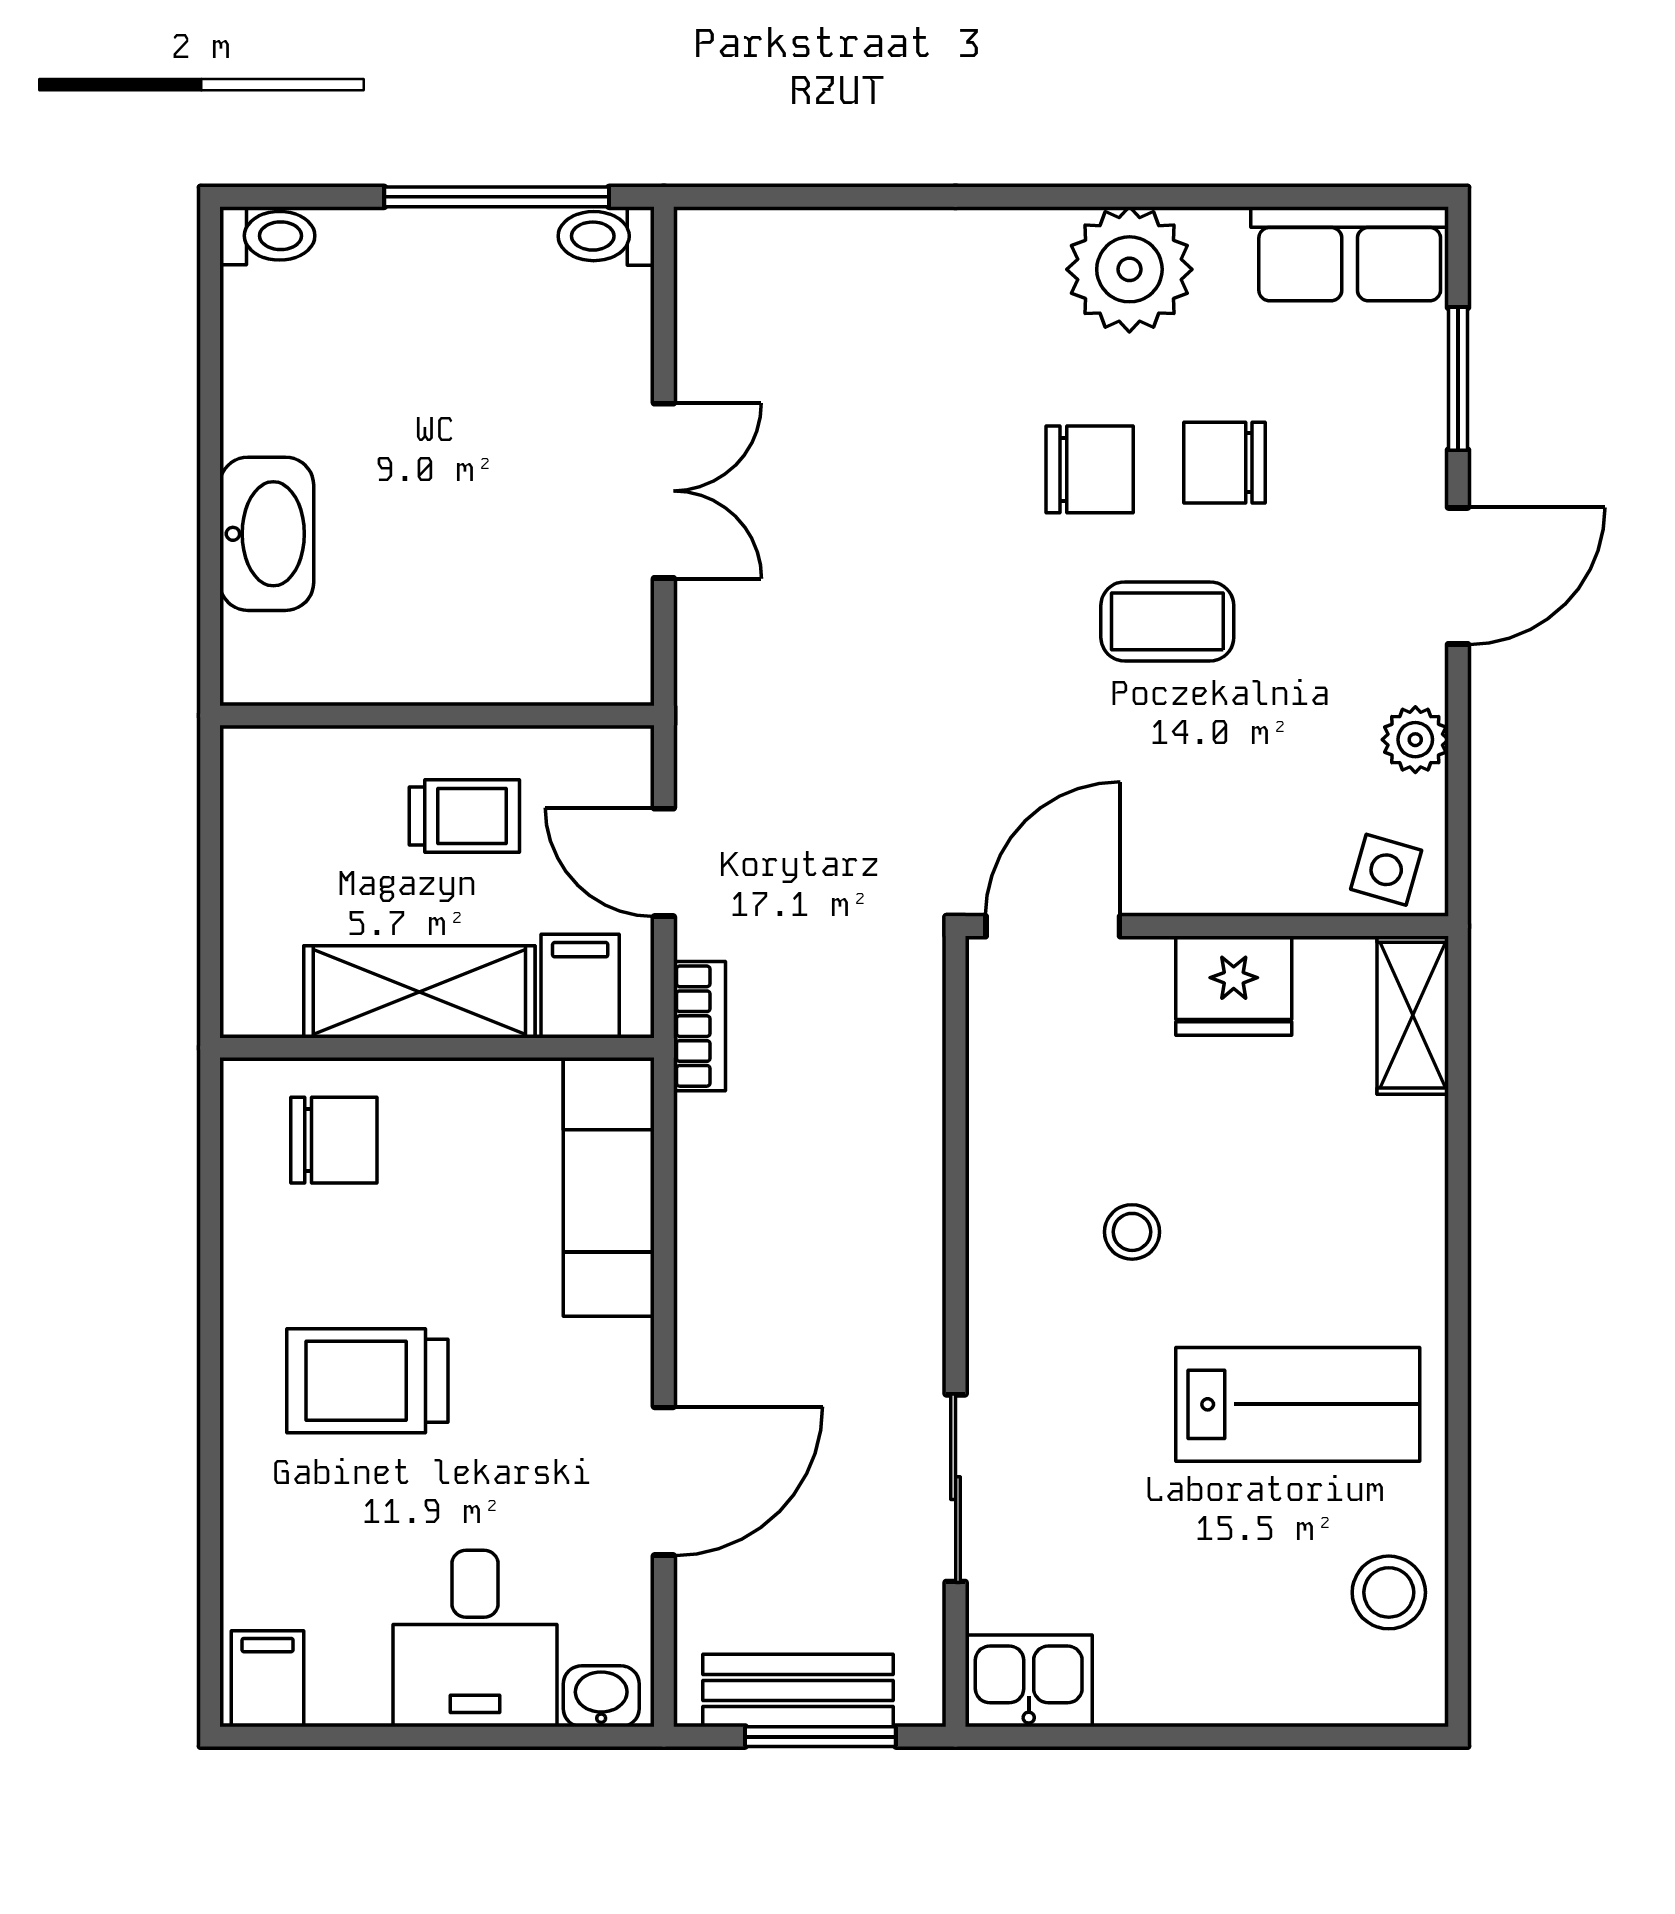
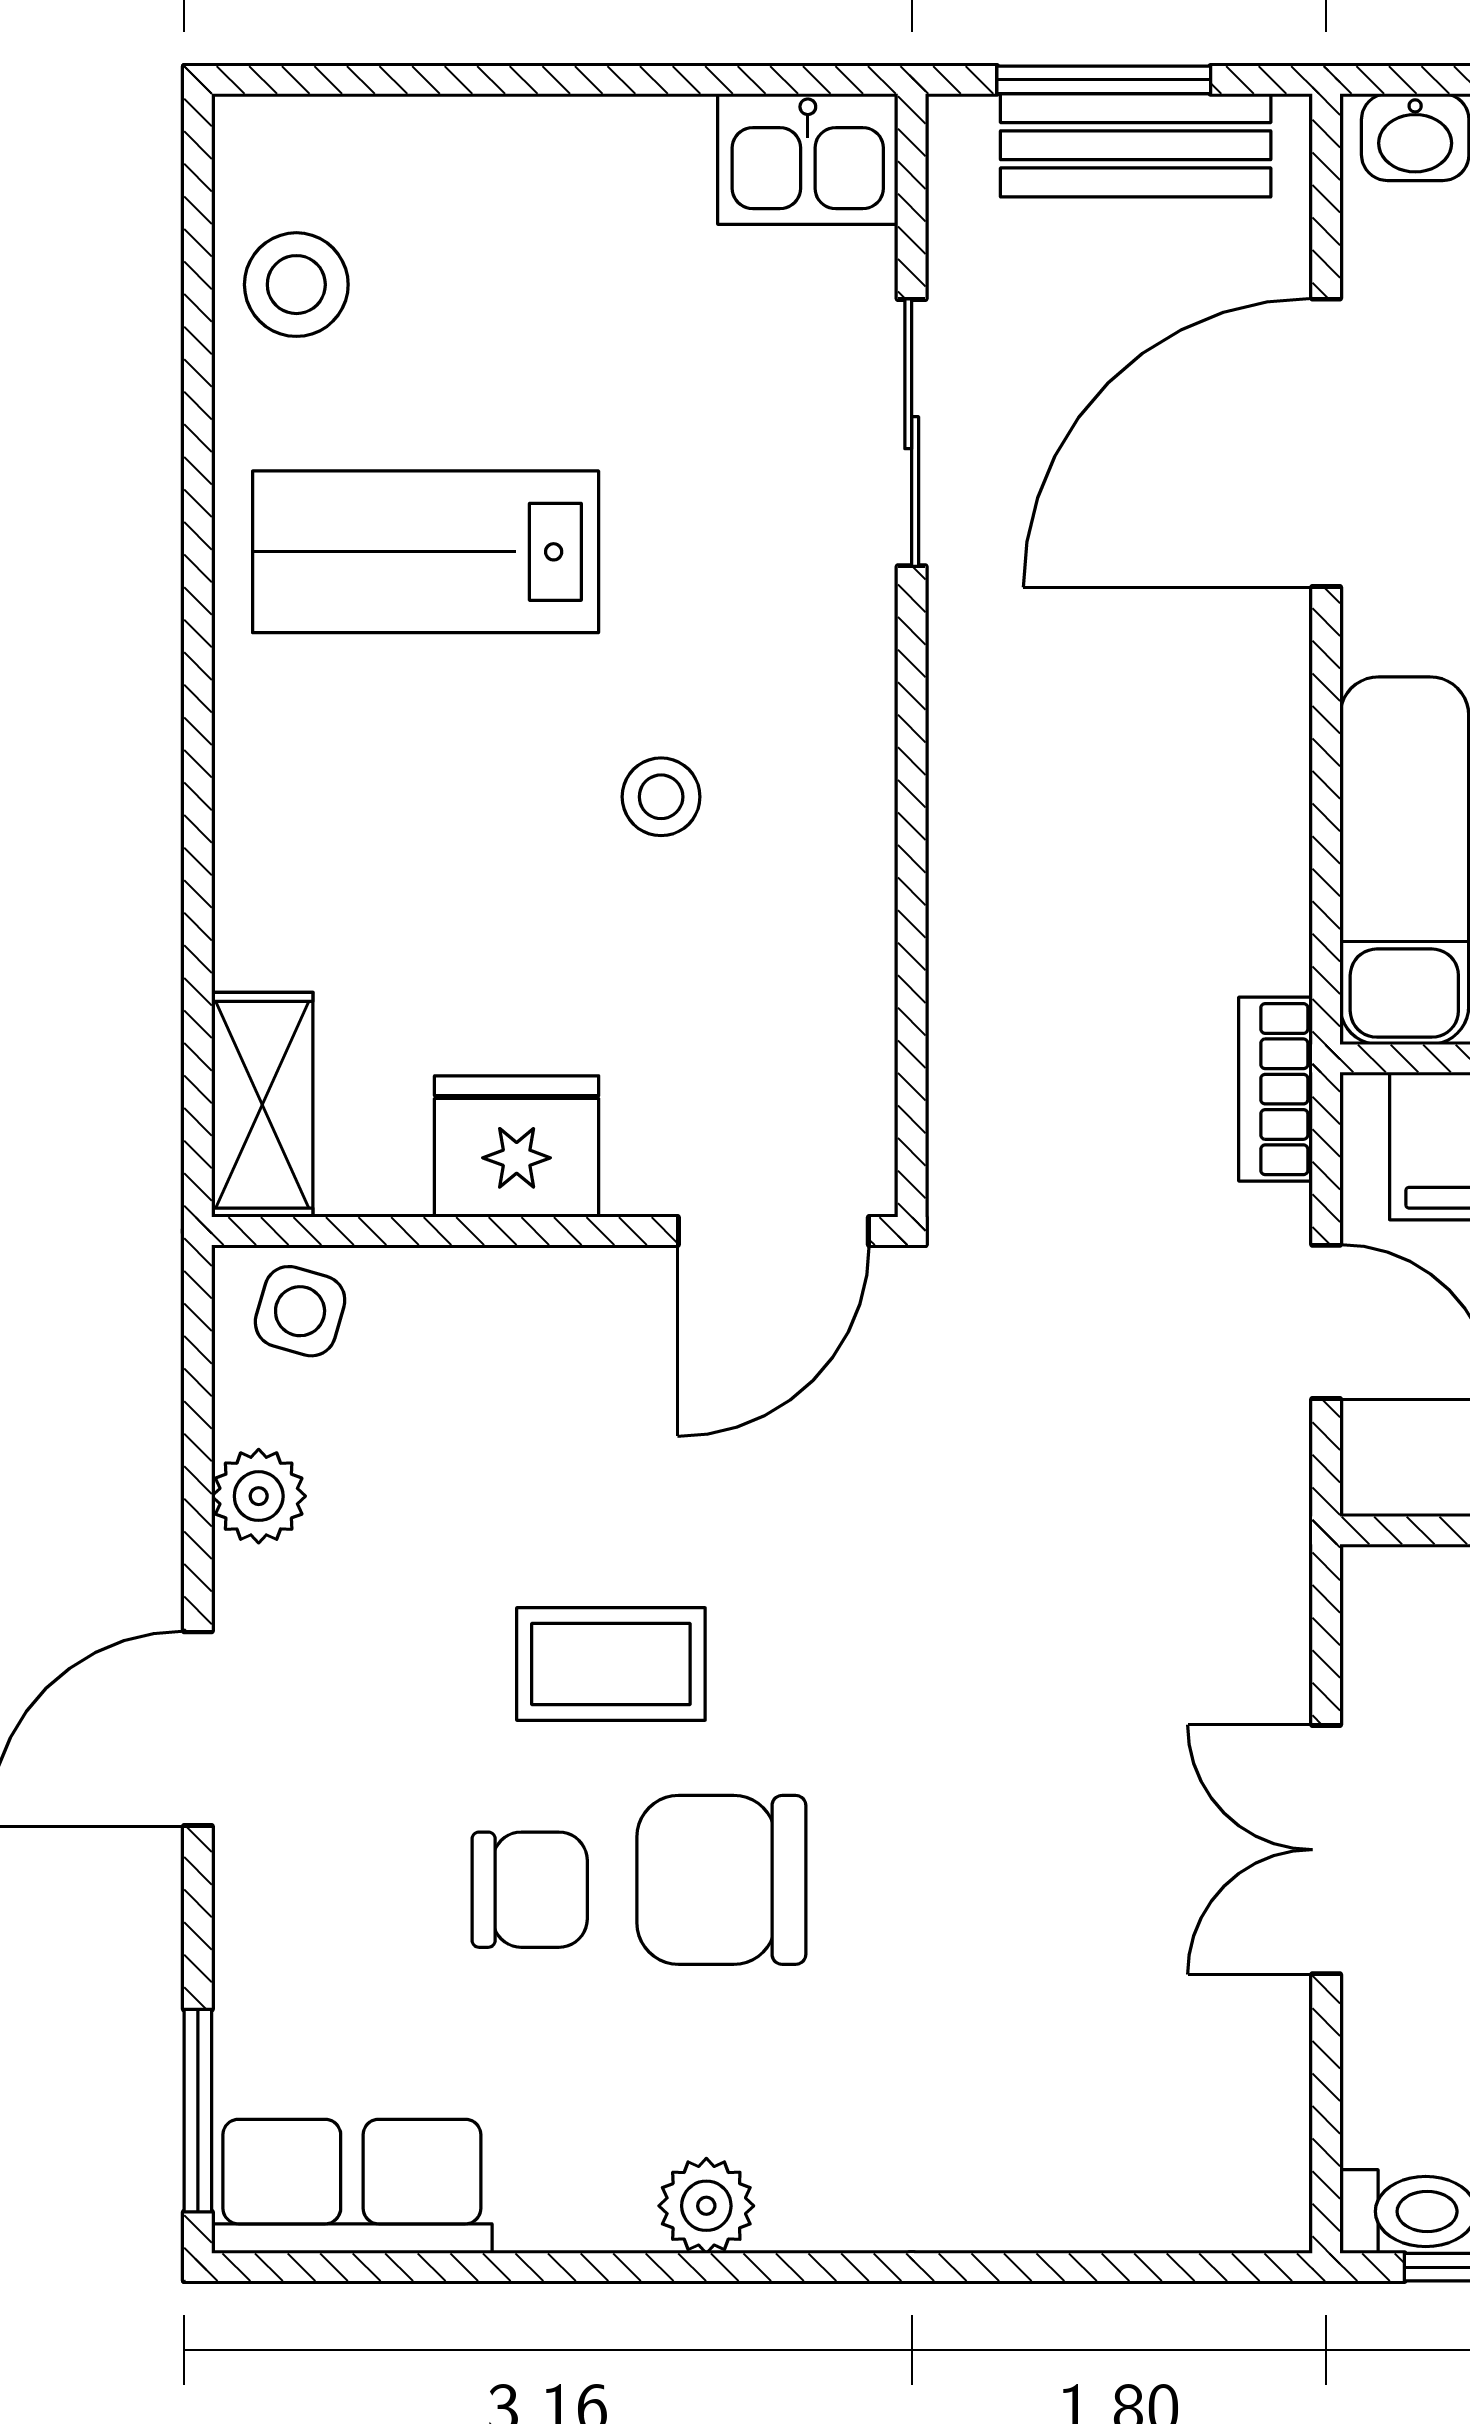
plant: (1129, 269) -> (706, 2206), width x0.53, depth x0.53
window: (1458, 379) -> (198, 2111), moved
chair: (1090, 469) -> (721, 1880), width x1.37, depth x1.37
door: (664, 1481) -> (1326, 443), width x1.36

